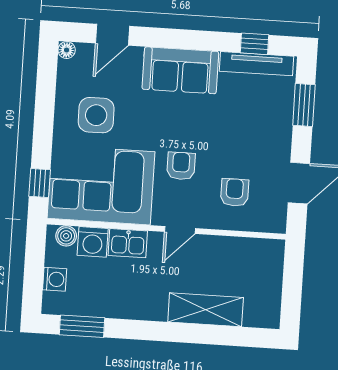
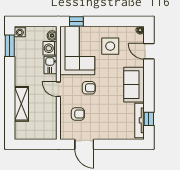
window: (304, 105) -> (121, 144), removed
washing machine: (55, 279) -> (20, 31), moved

